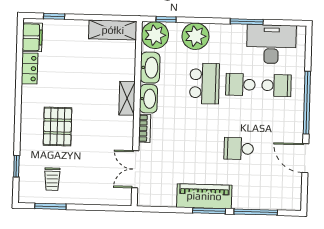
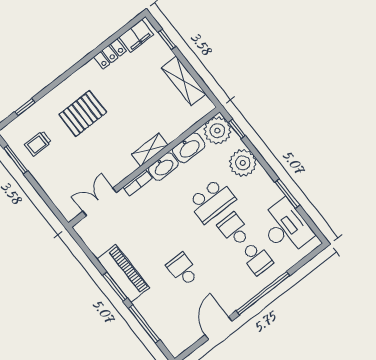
shelving: (113, 30) -> (184, 81), moved

